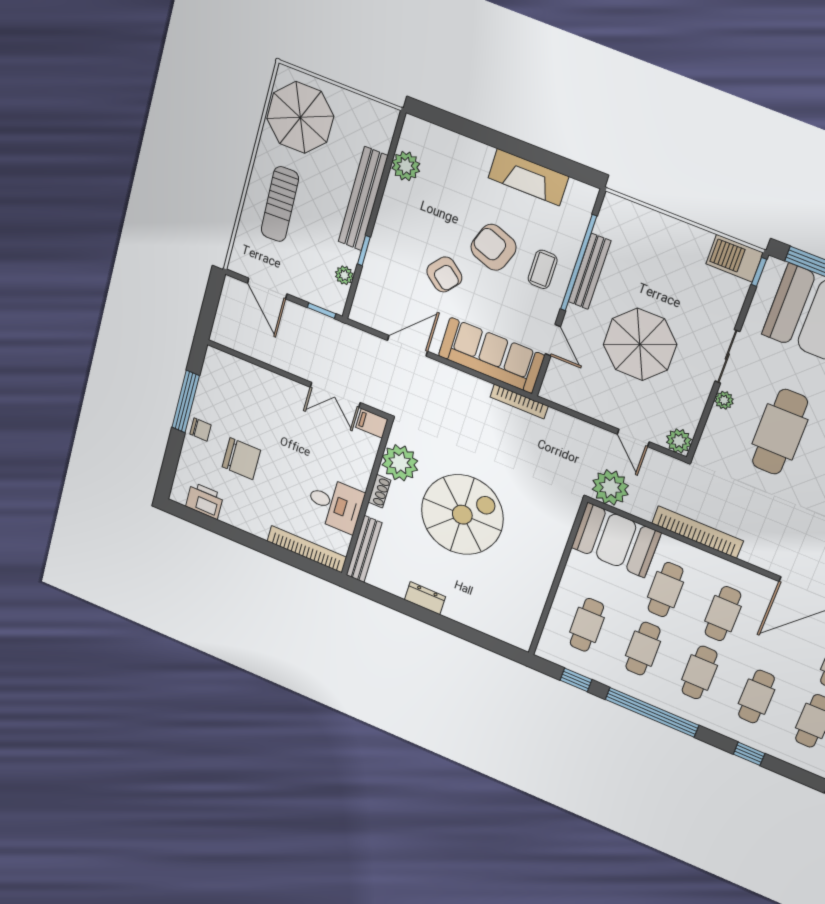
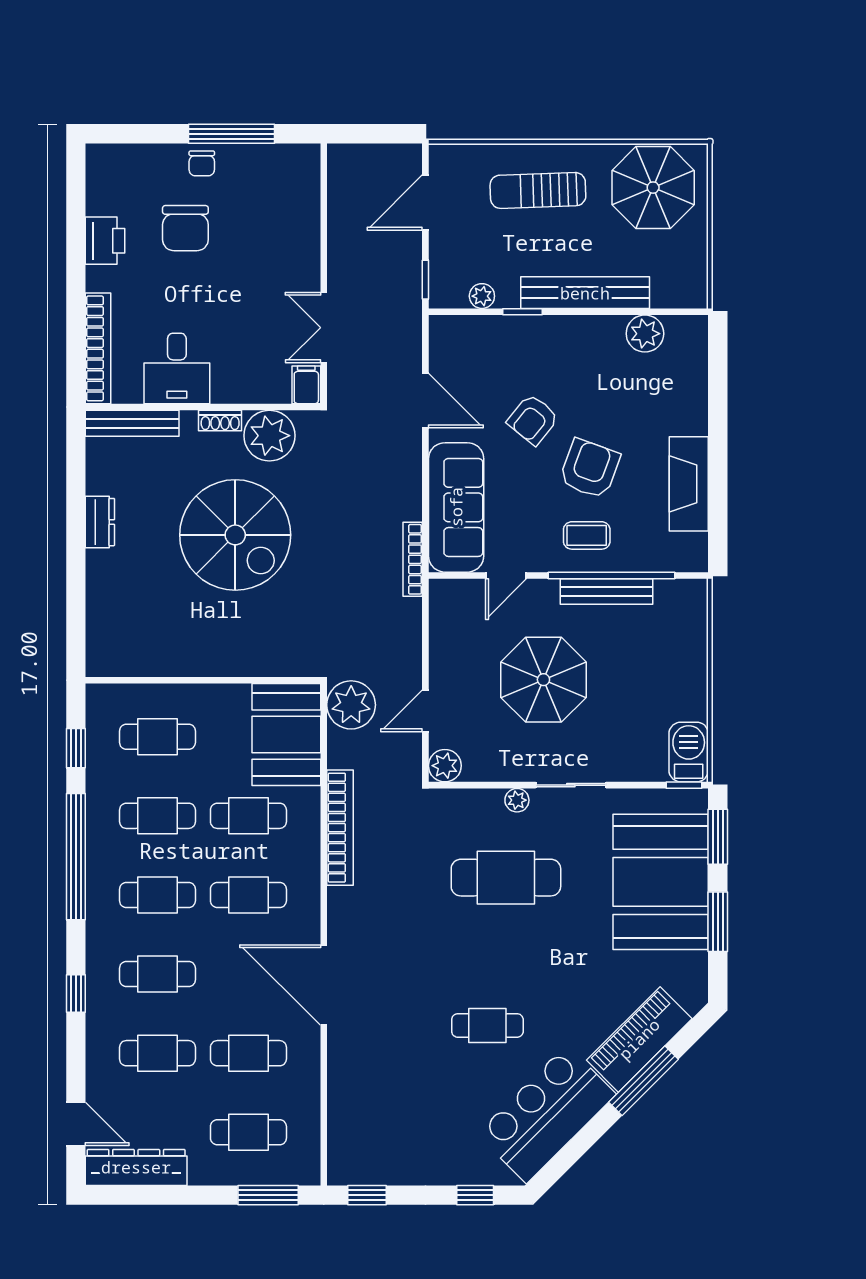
printer: (205, 501) -> (105, 241), moved

